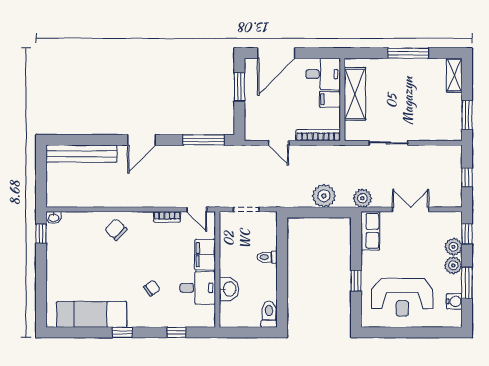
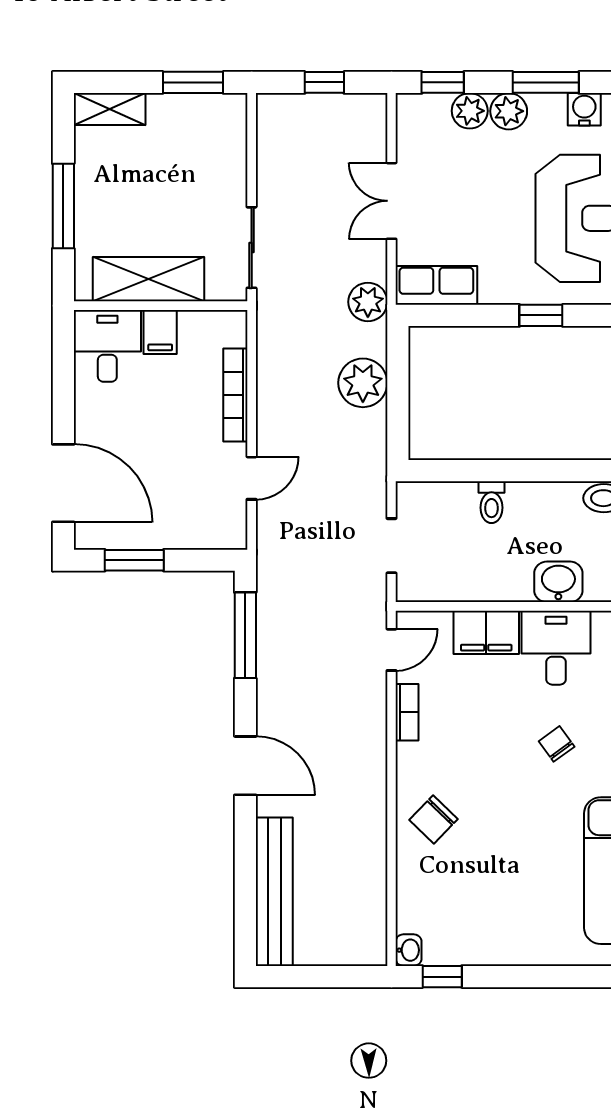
desk: (323, 74) -> (107, 346), moved
shelving: (355, 94) -> (149, 279), moved
filing cabinet: (330, 99) -> (160, 332), moved
wall: (342, 100) -> (161, 306), moved

